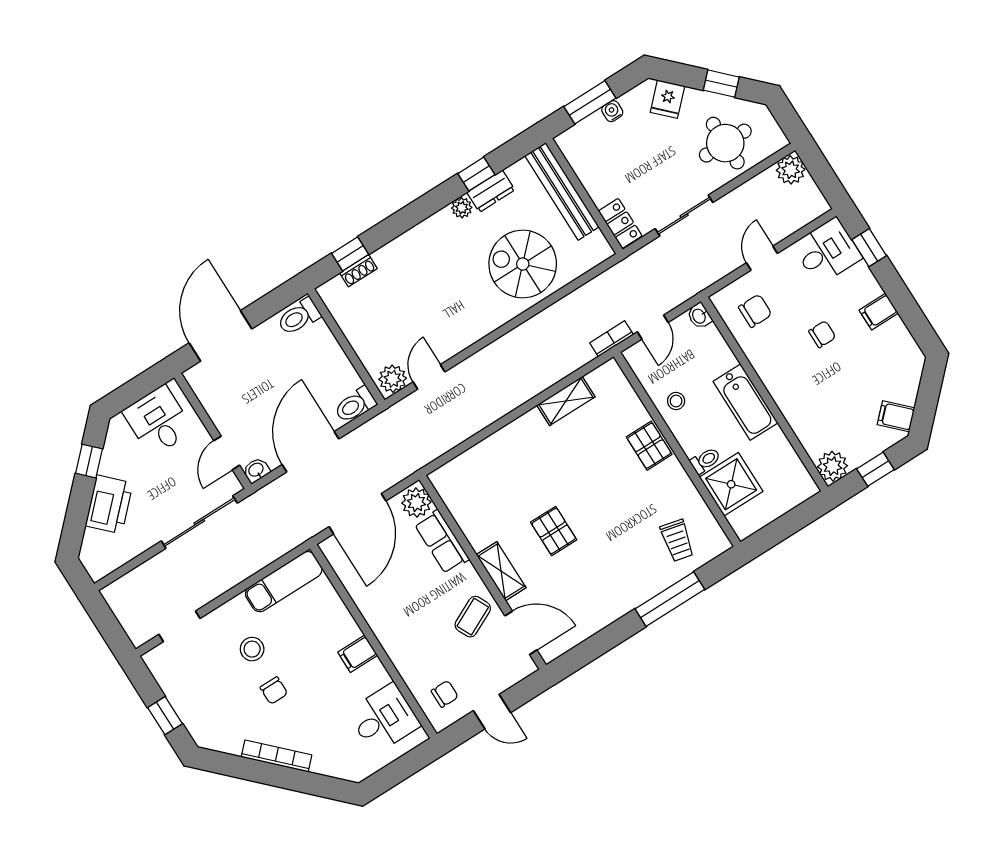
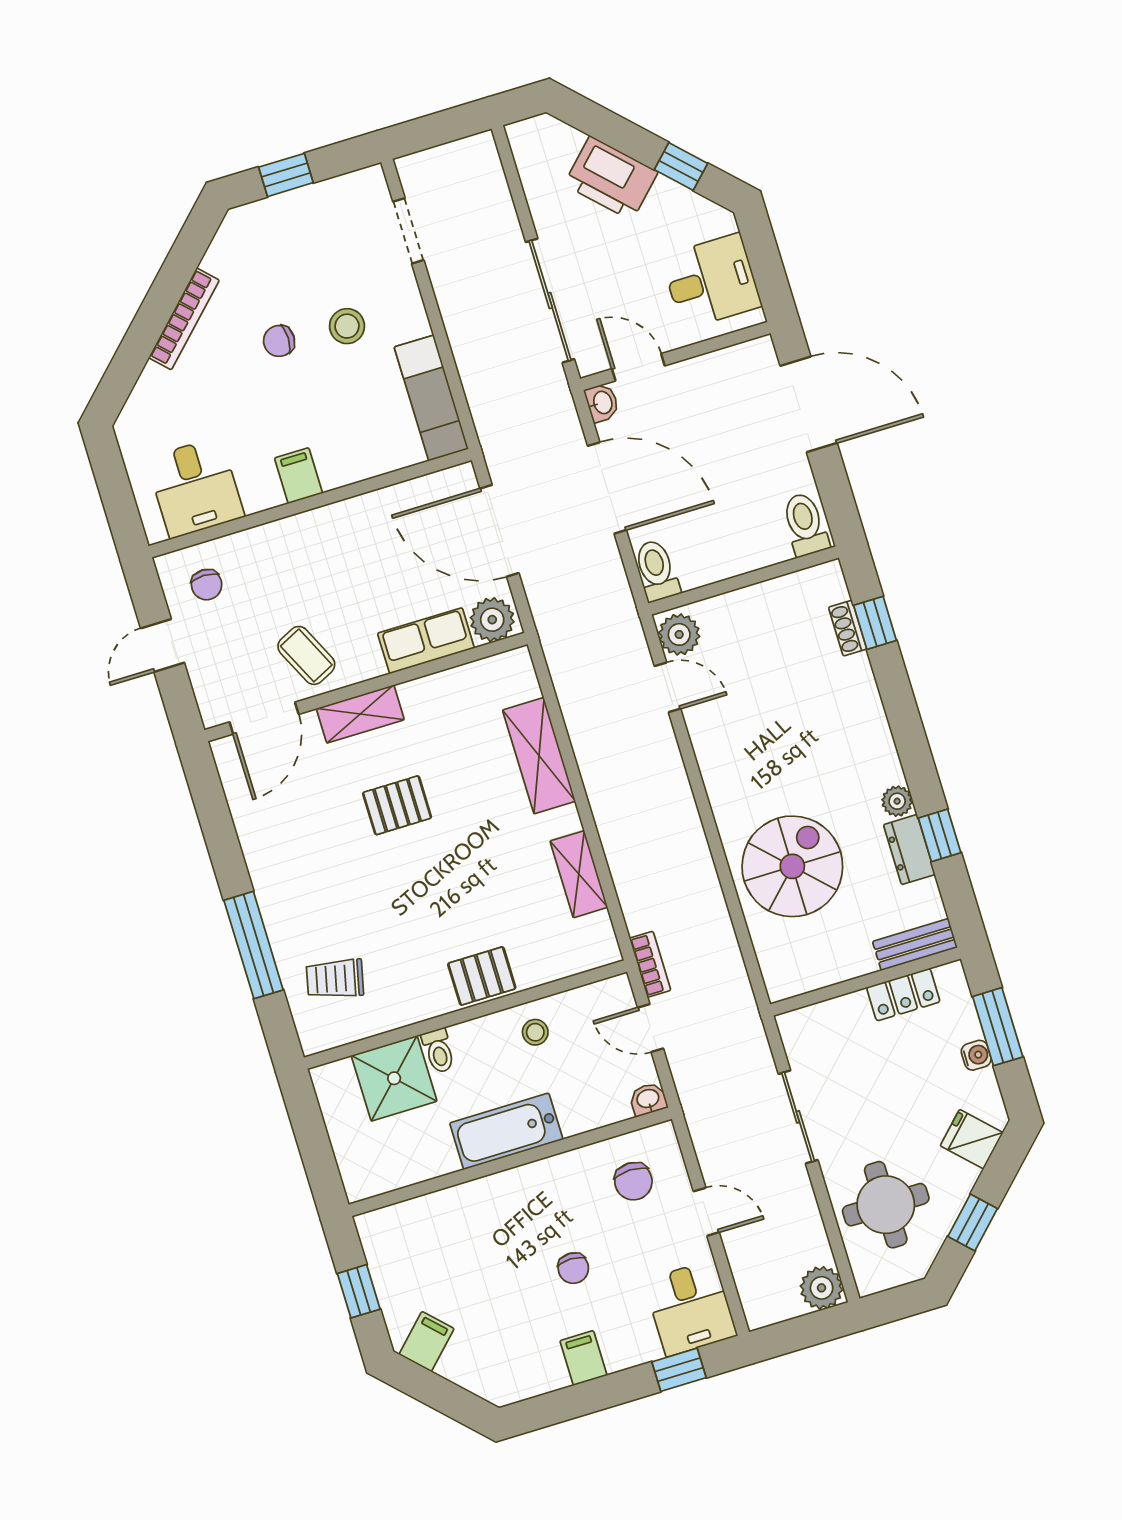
bench: (562, 191) -> (915, 944), width x0.54, depth x0.82
locker: (620, 223) -> (903, 995), moved
shelving: (496, 448) -> (539, 756), added
plant: (833, 466) -> (380, 1231), removed

